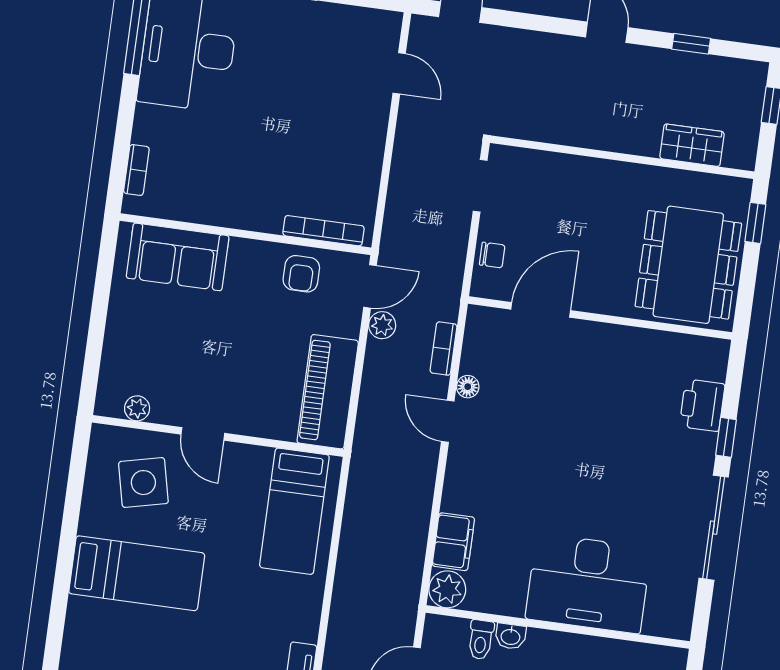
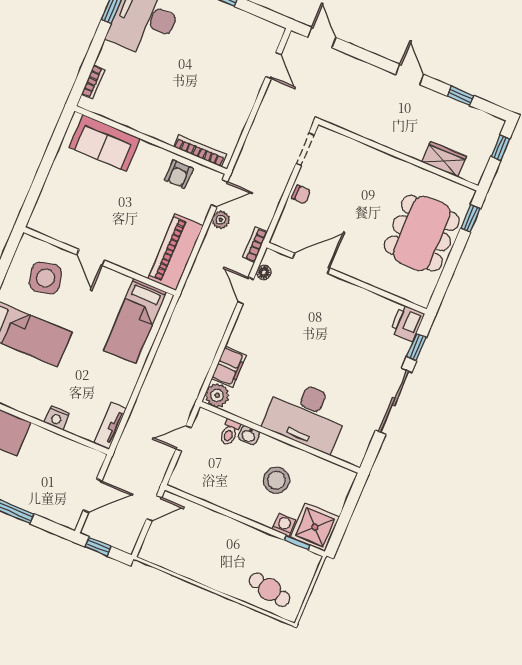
door: (541, 310) -> (311, 263), moved
wall: (600, 318) -> (347, 278), moved
plant: (137, 408) -> (54, 231), removed

